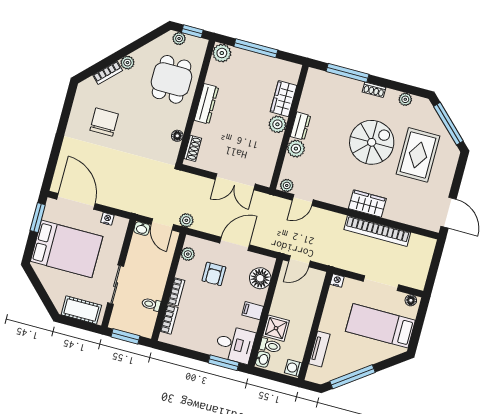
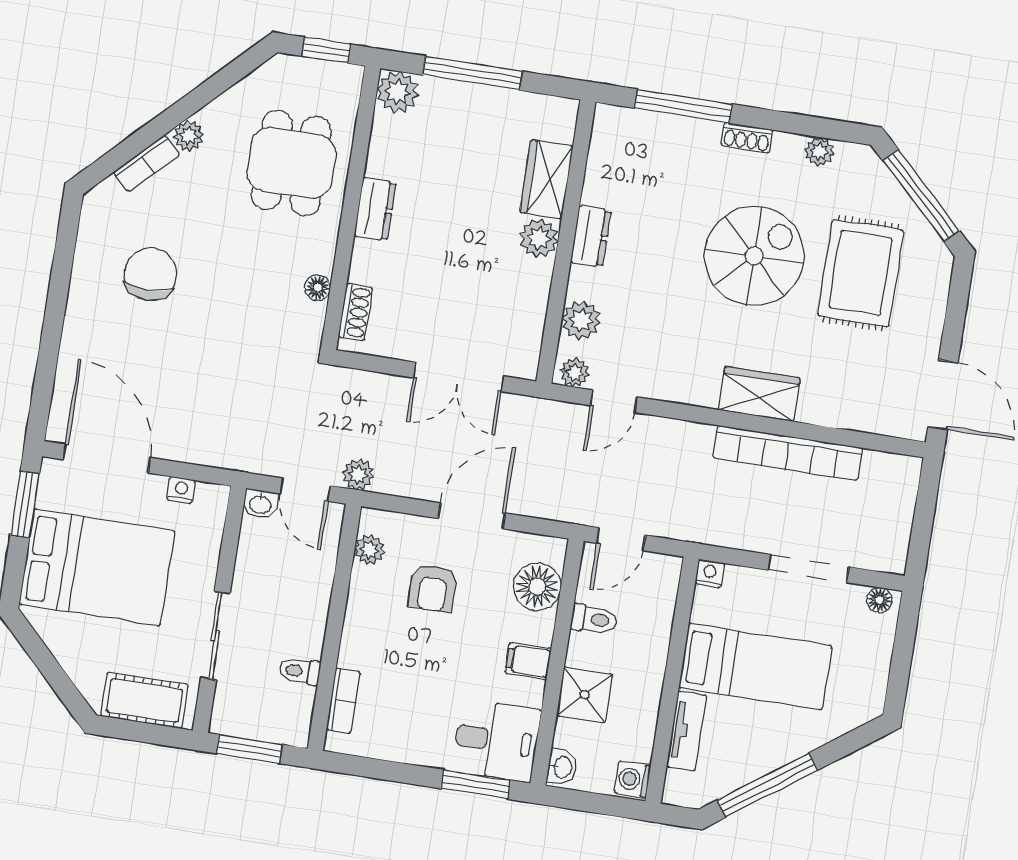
plant: (179, 39) -> (298, 70), removed
dresser: (206, 104) -> (375, 209), width x0.70
plant: (296, 149) -> (581, 320), moved
bookcase: (176, 292) -> (353, 637), removed
bed: (380, 326) -> (755, 667), moved, turned 180
toilet: (270, 346) -> (594, 619), moved

